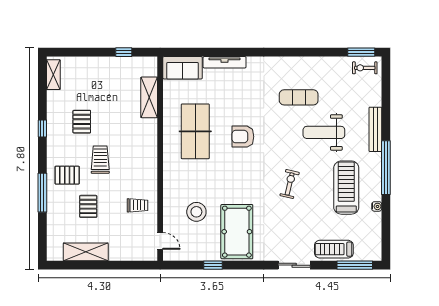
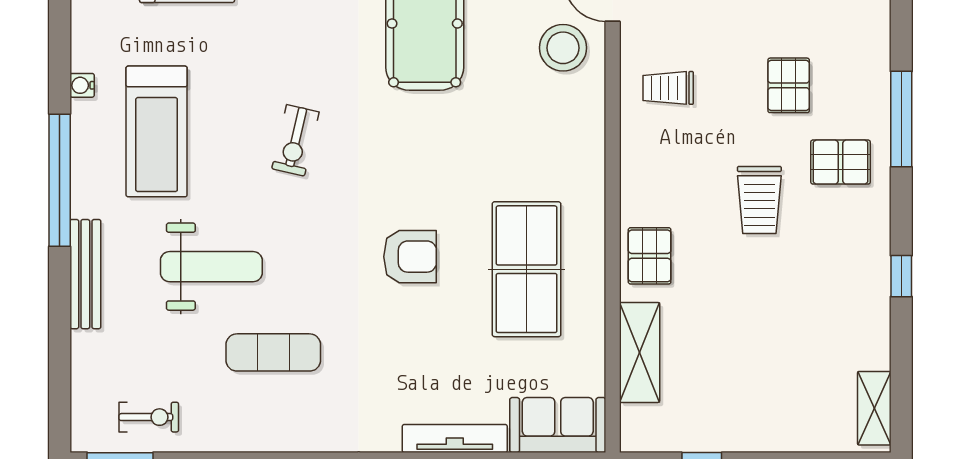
exercise bike: (365, 68) -> (149, 417), moved
pallet: (82, 122) -> (650, 256), moved
stool: (196, 212) -> (563, 48), moved

